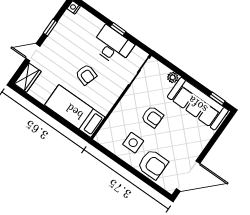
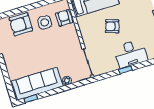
desk: (112, 46) -> (131, 54), moved
armchair: (152, 117) -> (64, 18), moved, turned 89

